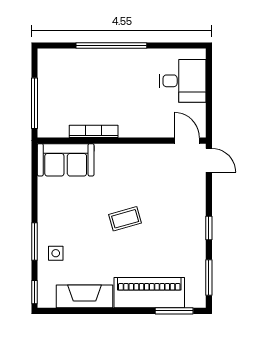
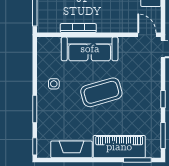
sofa: (66, 160) -> (90, 49), moved, width x1.36
coffee table: (125, 219) -> (101, 92), width x1.86, depth x1.72
side table: (56, 253) -> (54, 84), moved

